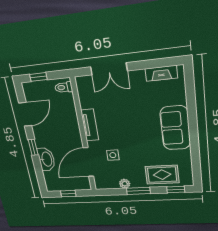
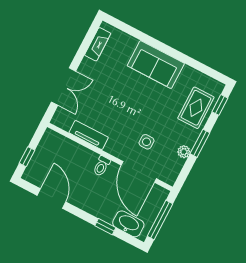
toilet: (64, 87) -> (102, 166), moved
tv unit: (90, 125) -> (89, 135), moved
window: (33, 147) -> (105, 227), moved
washbasin: (46, 159) -> (128, 224), moved
window: (68, 194) -> (160, 220), width x2.17

